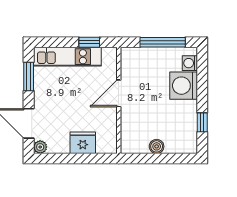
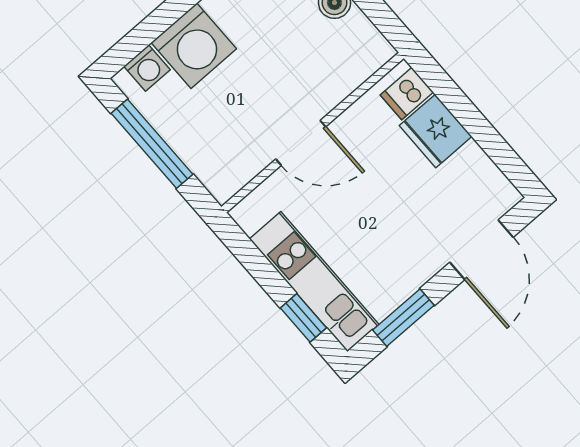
window: (89, 42) -> (303, 318), moved
dishwasher: (104, 144) -> (407, 94), added
plant: (40, 147) -> (504, 196), removed

